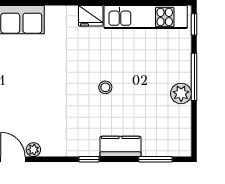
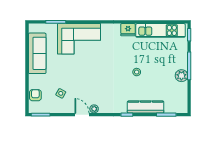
kitchen counter: (120, 146) -> (146, 107), width x1.50

